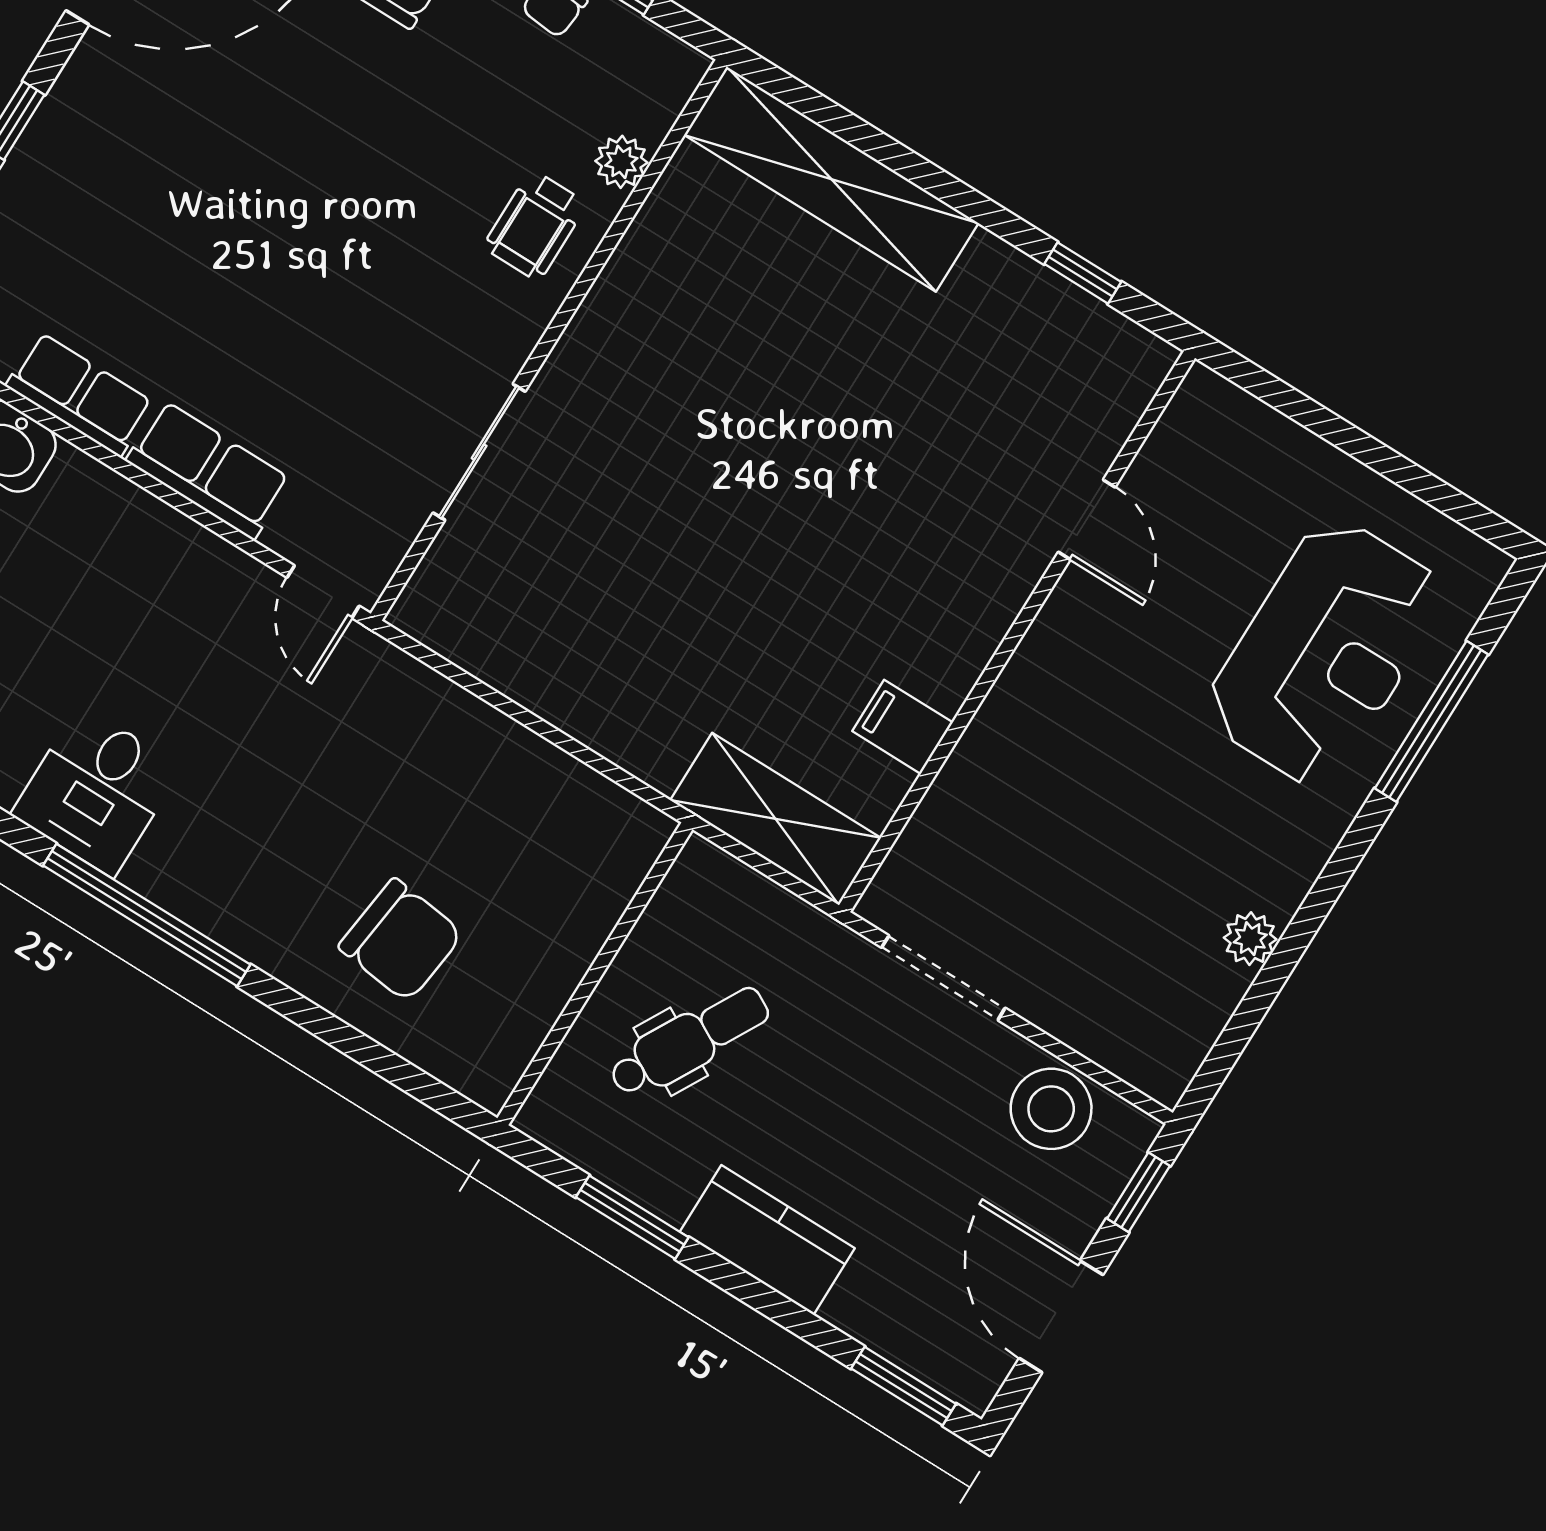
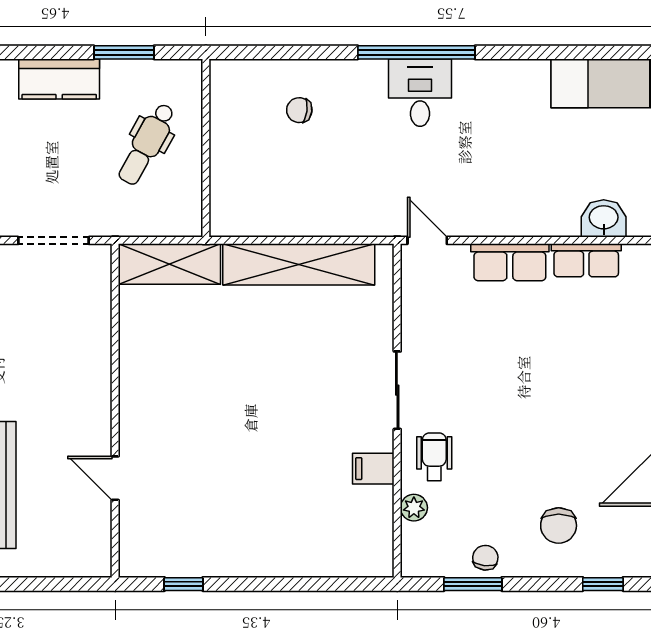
shelving: (831, 179) -> (299, 264), moved
sliding door: (479, 452) -> (397, 390), moved
filing cabinet: (903, 727) -> (373, 469), moved, turned 180
desk: (96, 791) -> (420, 93), moved
chair: (401, 940) -> (299, 110), width x0.54, depth x0.54

